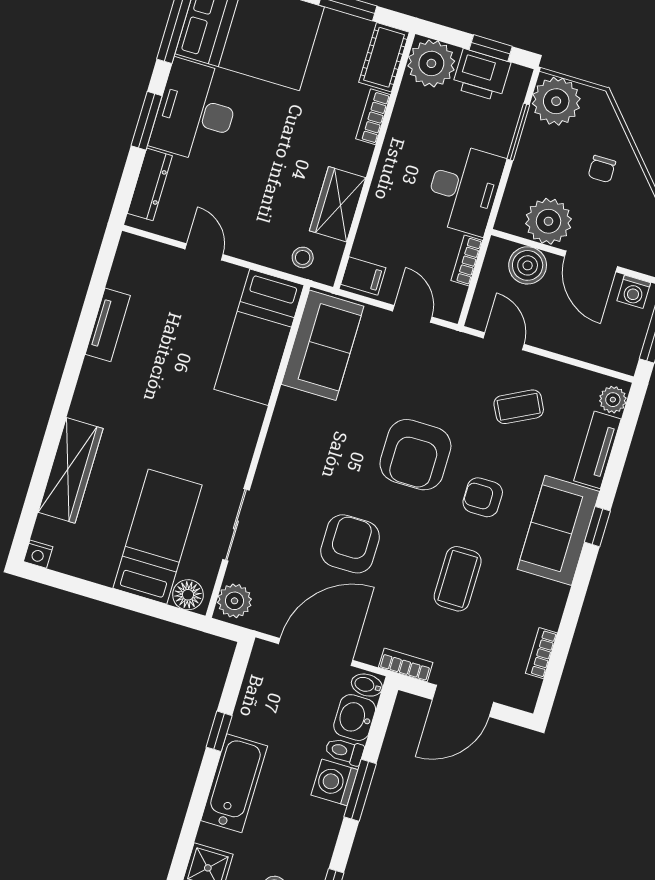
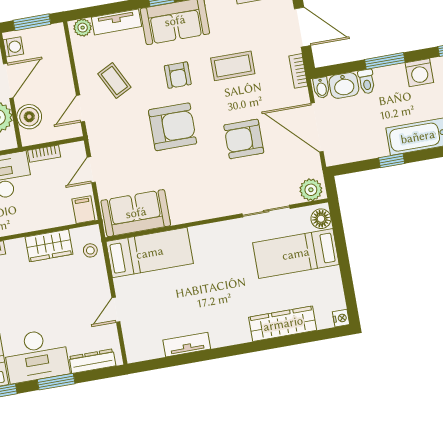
washing machine: (334, 782) -> (419, 73), moved

